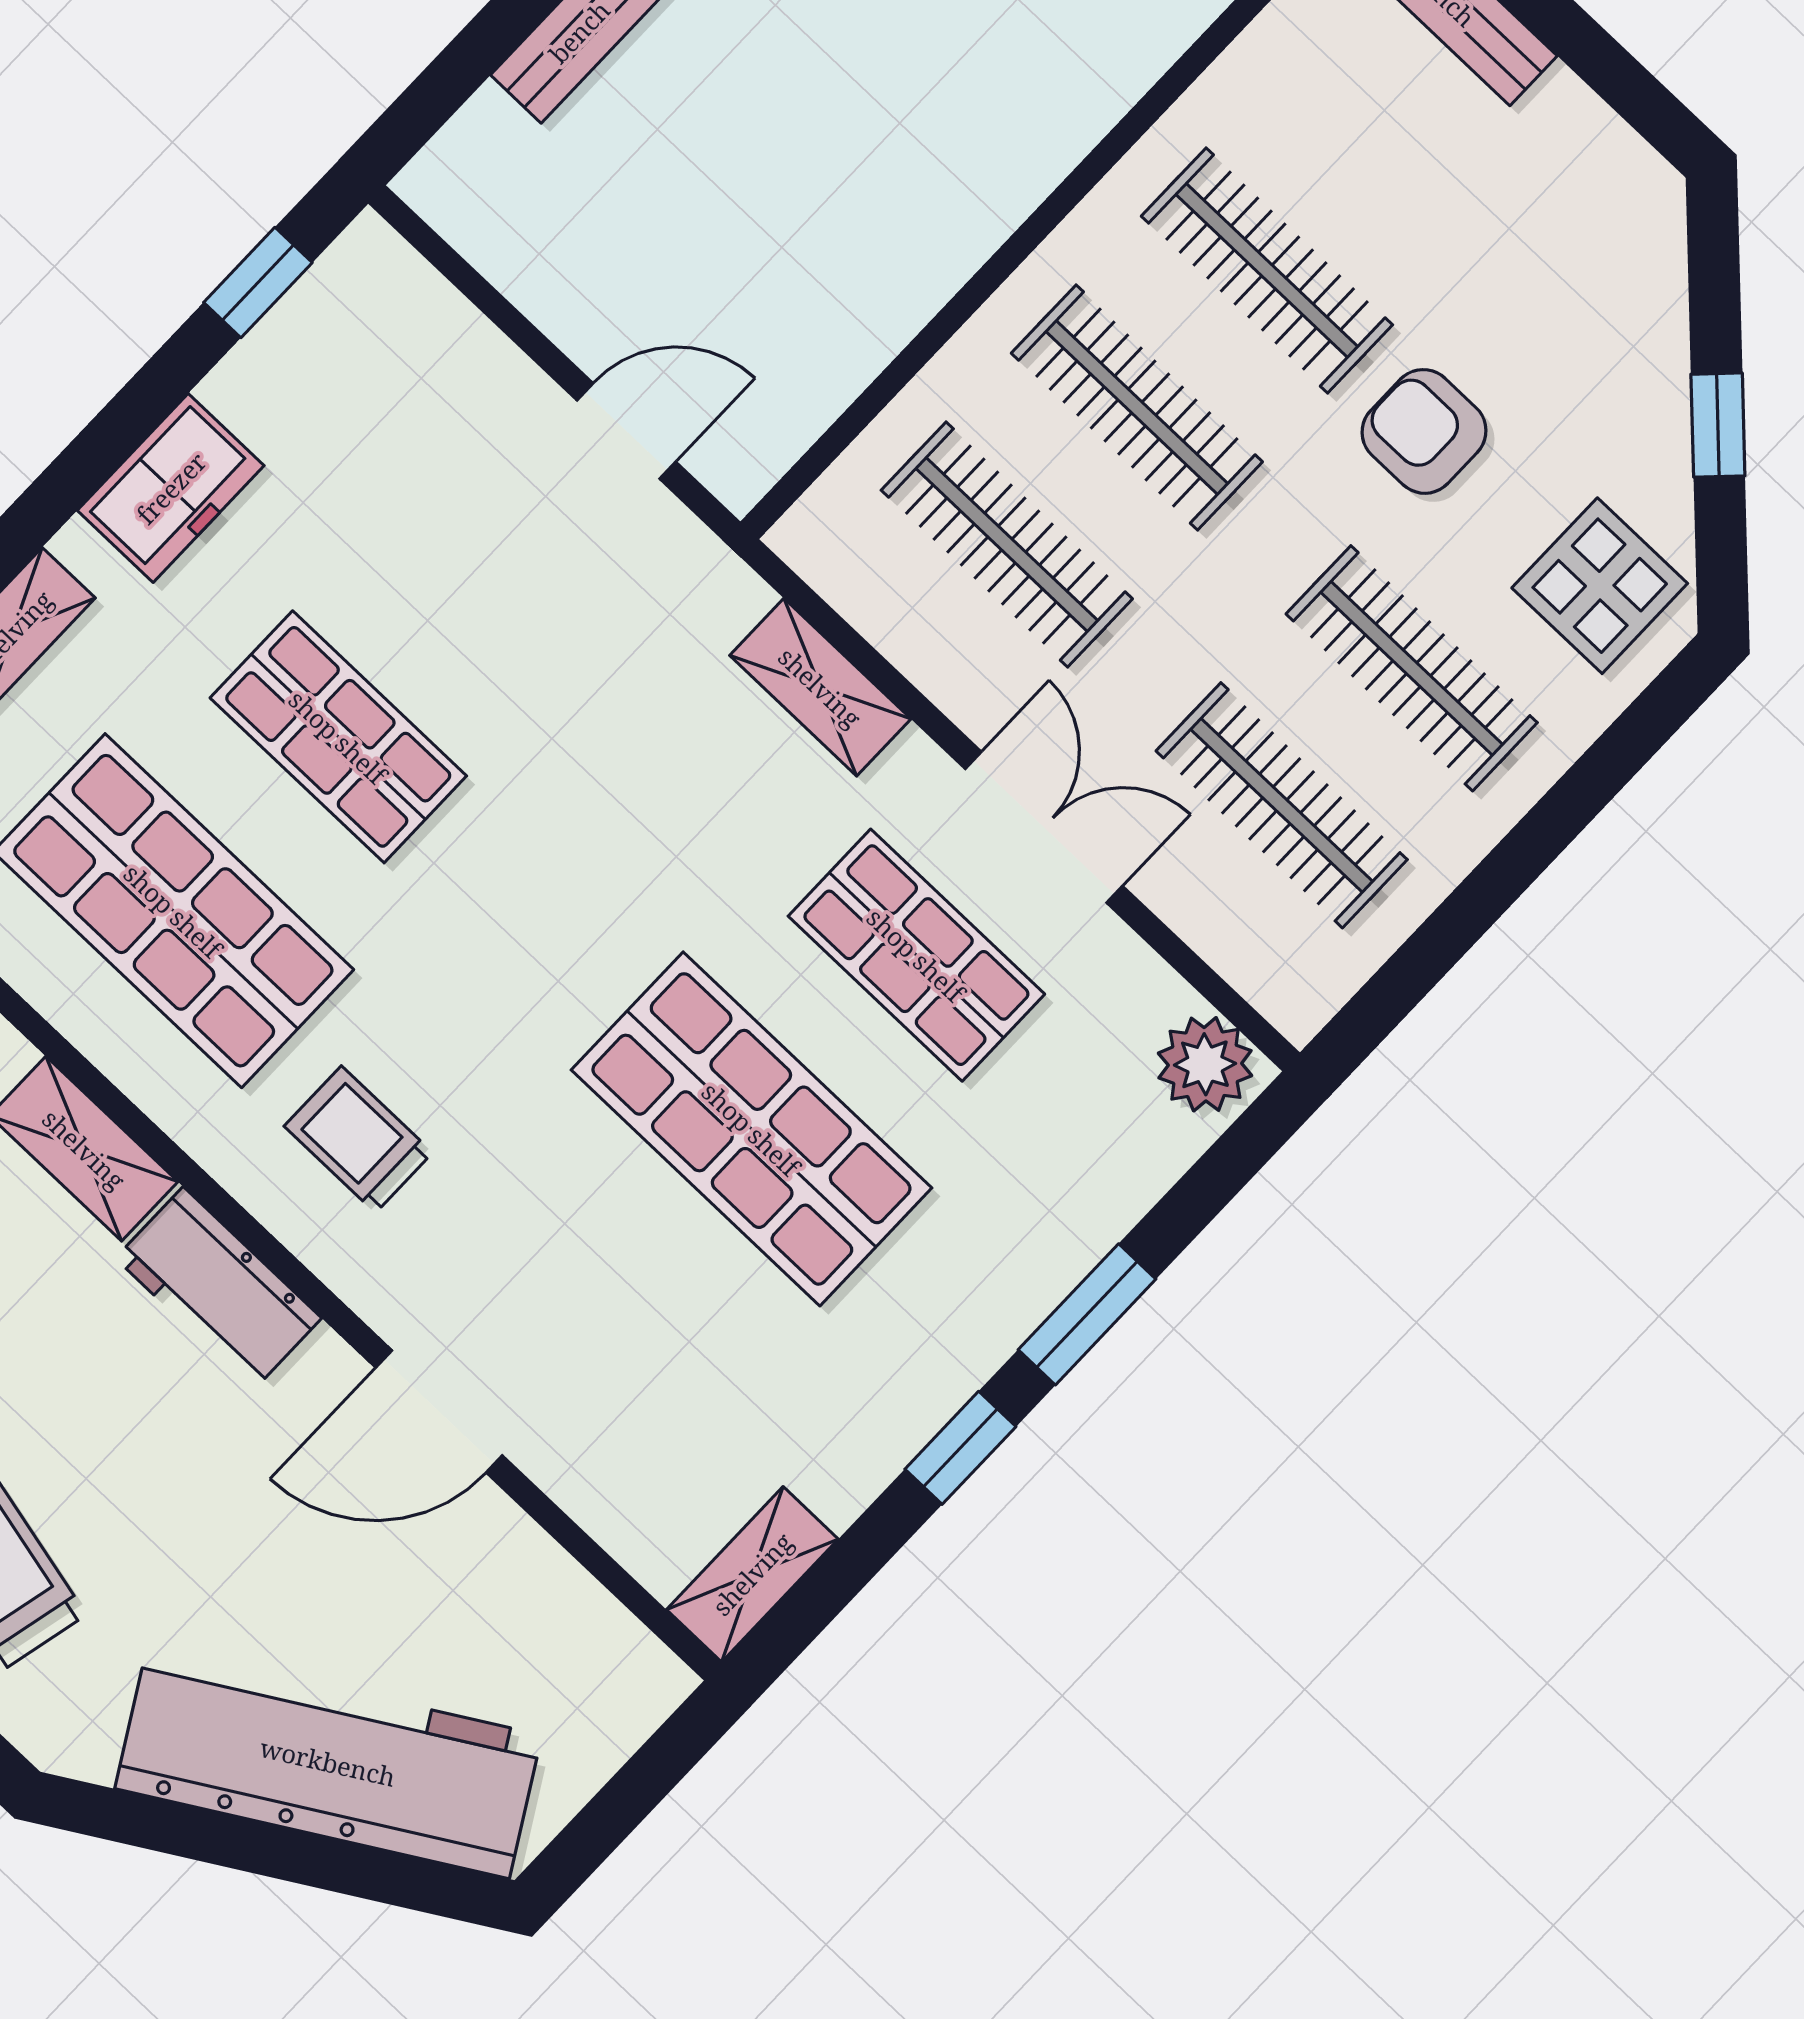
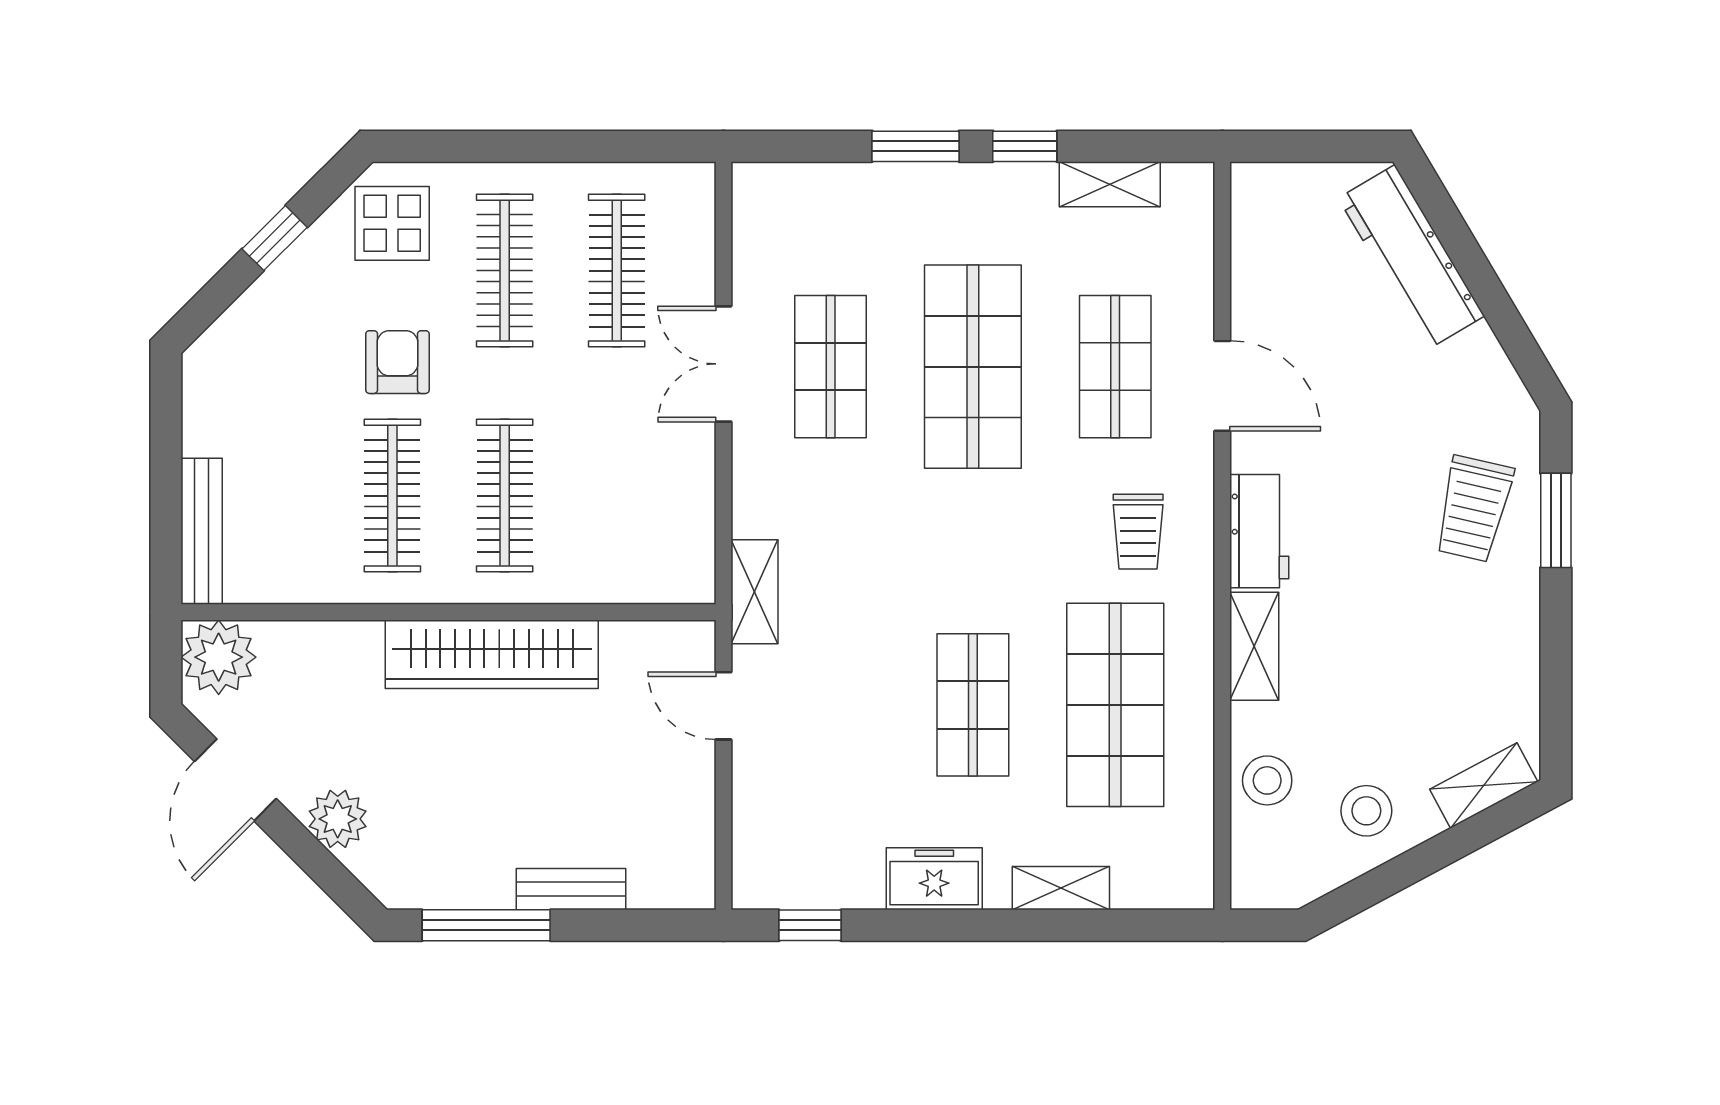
wardrobe: (958, 208) -> (492, 654), added
armchair: (1424, 431) -> (397, 362), turned 180
clothes rail: (1007, 545) -> (617, 496), removed
shelving: (820, 687) -> (754, 592), moved
plant: (1205, 1064) -> (760, 198), removed
shop shelf: (587, 1303) -> (1115, 367), added
shelving: (752, 1574) -> (1110, 184), moved
workbench: (328, 1762) -> (1411, 257), width x0.73, depth x0.76

